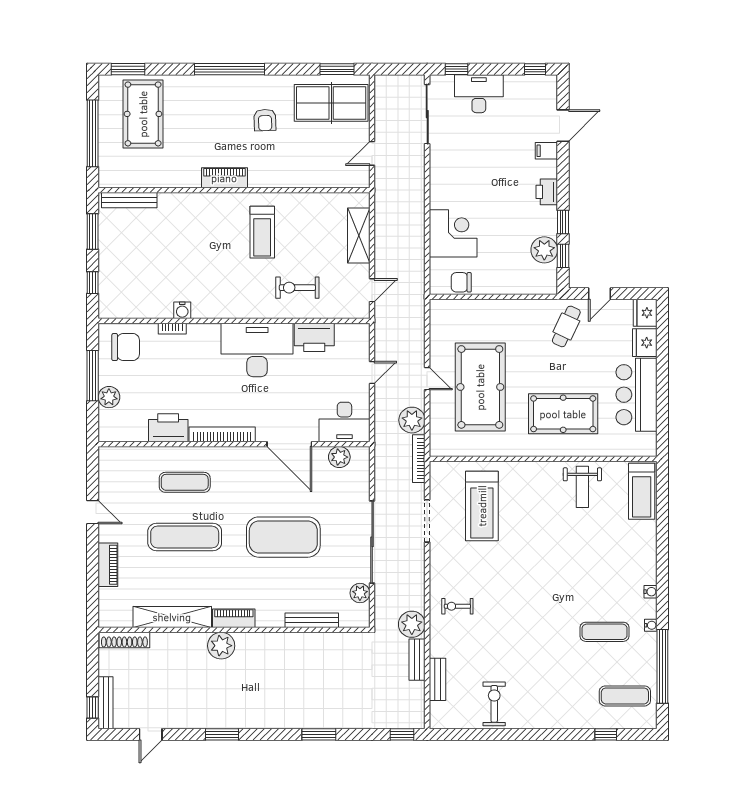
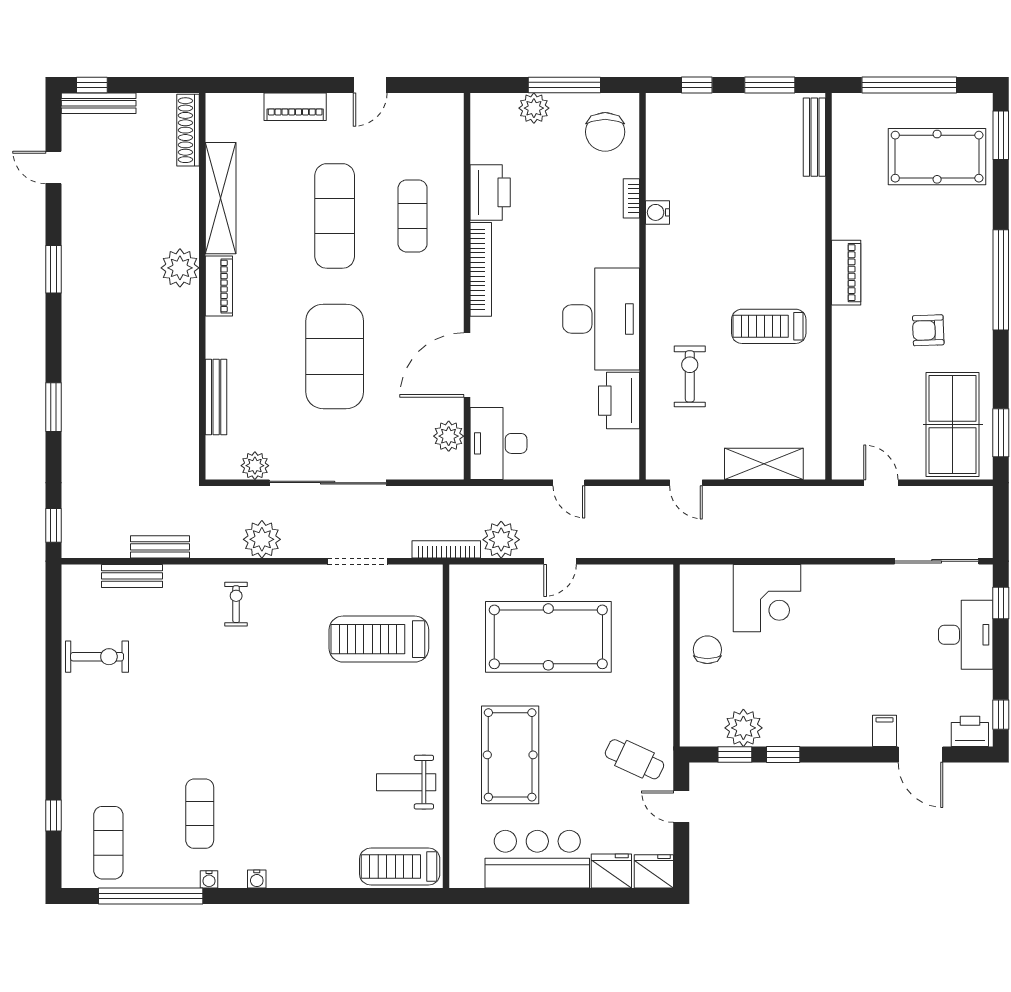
printer: (547, 192) -> (970, 731), moved
chair: (461, 282) -> (707, 650), moved
plant: (412, 624) -> (262, 539), moved

